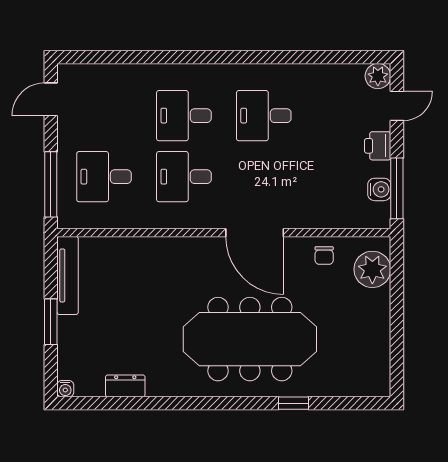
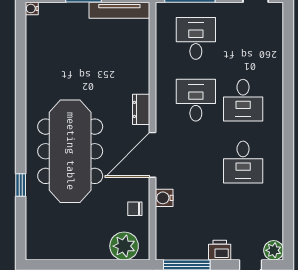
desk: (184, 116) -> (243, 100), turned 180
desk: (264, 116) -> (243, 162), turned 180
water cooler: (379, 189) -> (164, 198), moved, turned 90
dresser: (125, 386) -> (141, 109), moved, turned 180

